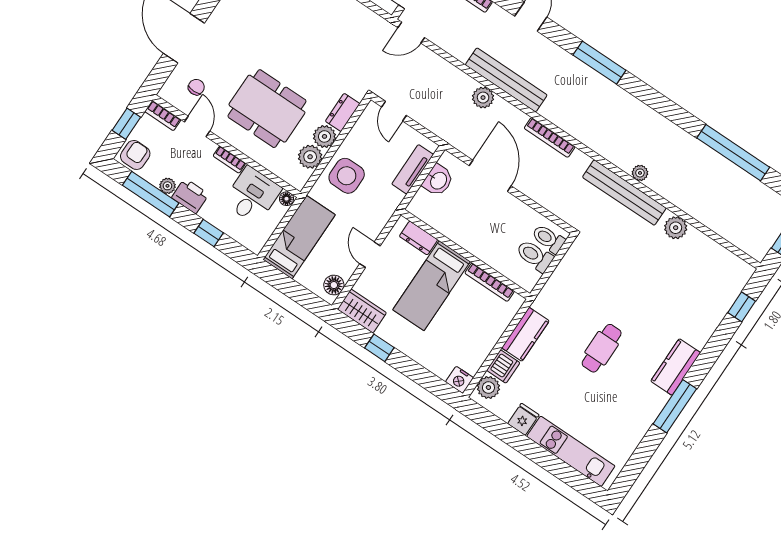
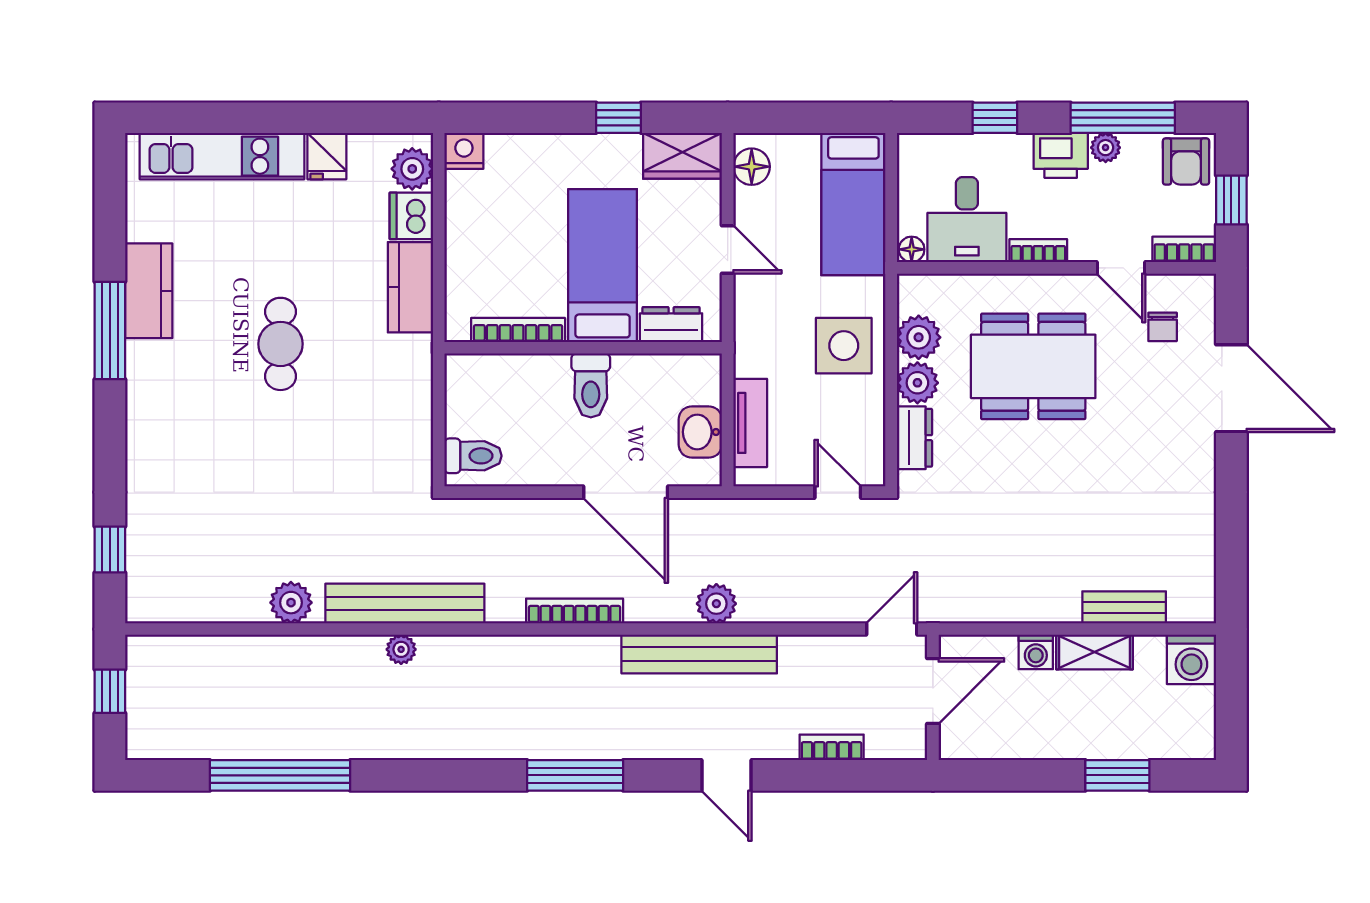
toilet: (535, 256) -> (591, 385), moved, turned 90
kitchen counter: (676, 367) -> (149, 291), moved

